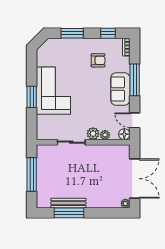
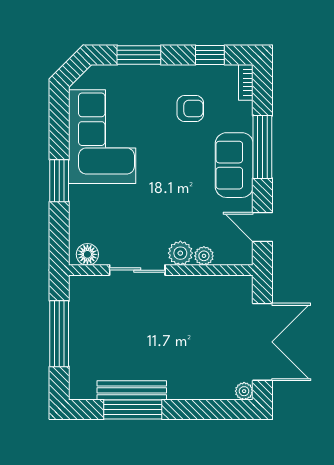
corner sofa: (53, 91) -> (102, 137), moved
floor lamp: (124, 134) -> (87, 254), moved

